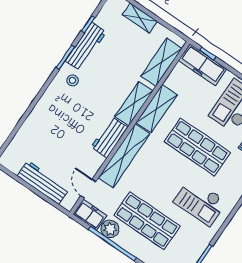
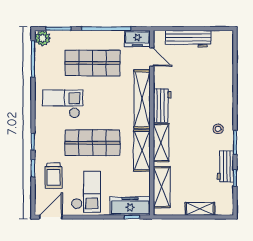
workbench: (86, 46) -> (225, 166), width x0.73
plant: (110, 229) -> (116, 38), removed

